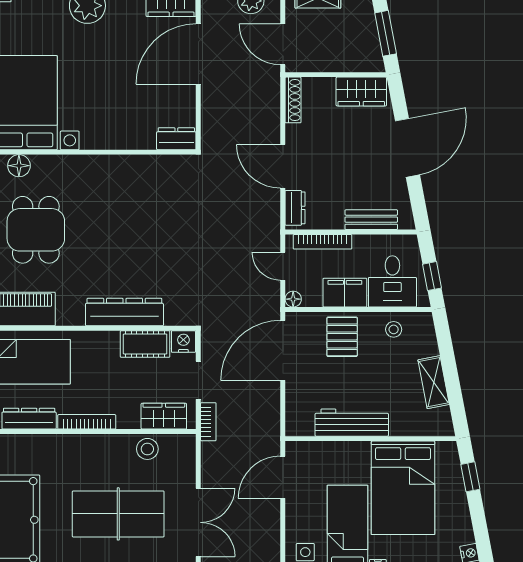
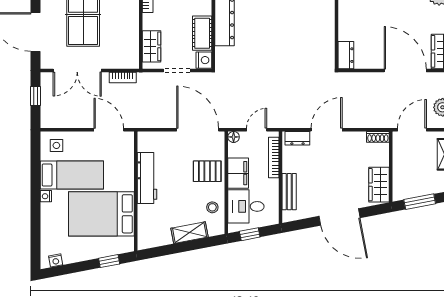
shoe rack: (293, 100) -> (378, 137), width x0.70
shelving: (434, 382) -> (190, 233), moved
bookcase: (208, 422) -> (123, 78), moved
stool: (147, 449) -> (129, 35), removed

